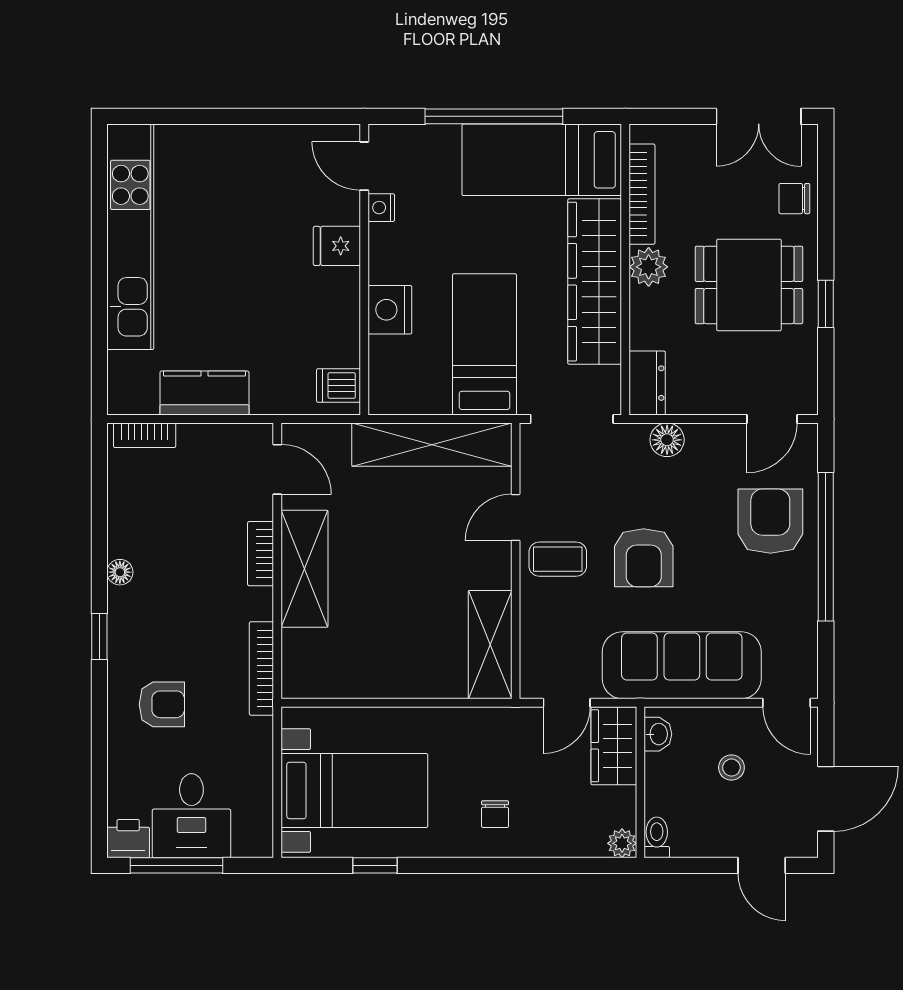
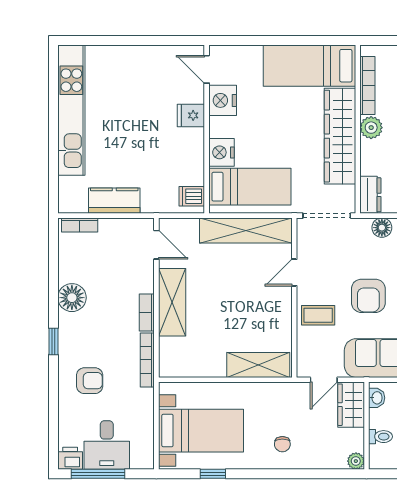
window: (494, 116) -> (282, 41), removed
nightstand: (381, 208) -> (223, 100), width x1.89, depth x1.79
bed: (484, 344) -> (250, 187), moved, turned 90
bookcase: (261, 554) -> (147, 313), moved
coffee table: (558, 559) -> (318, 315), moved
floor lamp: (120, 572) -> (72, 298), width x1.89, depth x1.89
shelving: (490, 645) -> (258, 365), moved, turned 90
toilet: (657, 837) -> (380, 437), moved, turned 90

